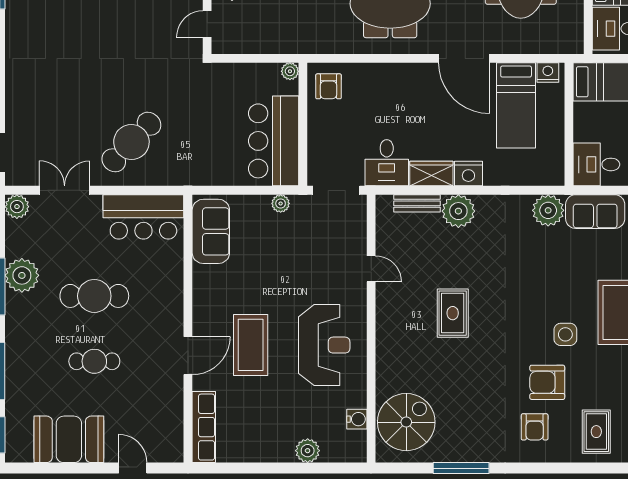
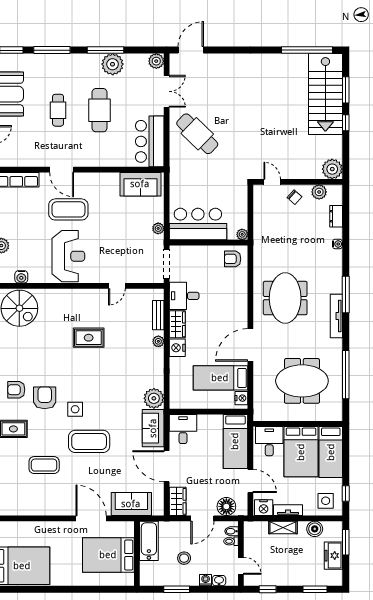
plant: (458, 211) -> (158, 341), width x0.53, depth x0.53
reception desk: (324, 345) -> (68, 256), turned -90

